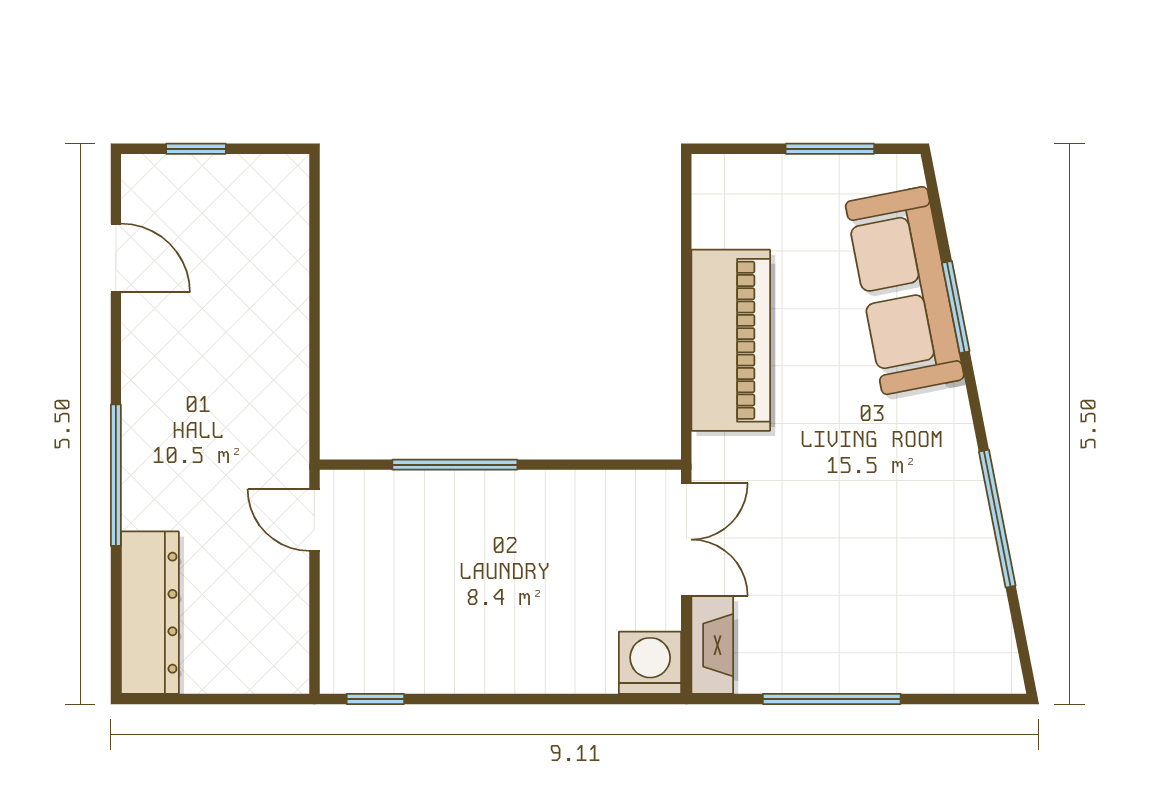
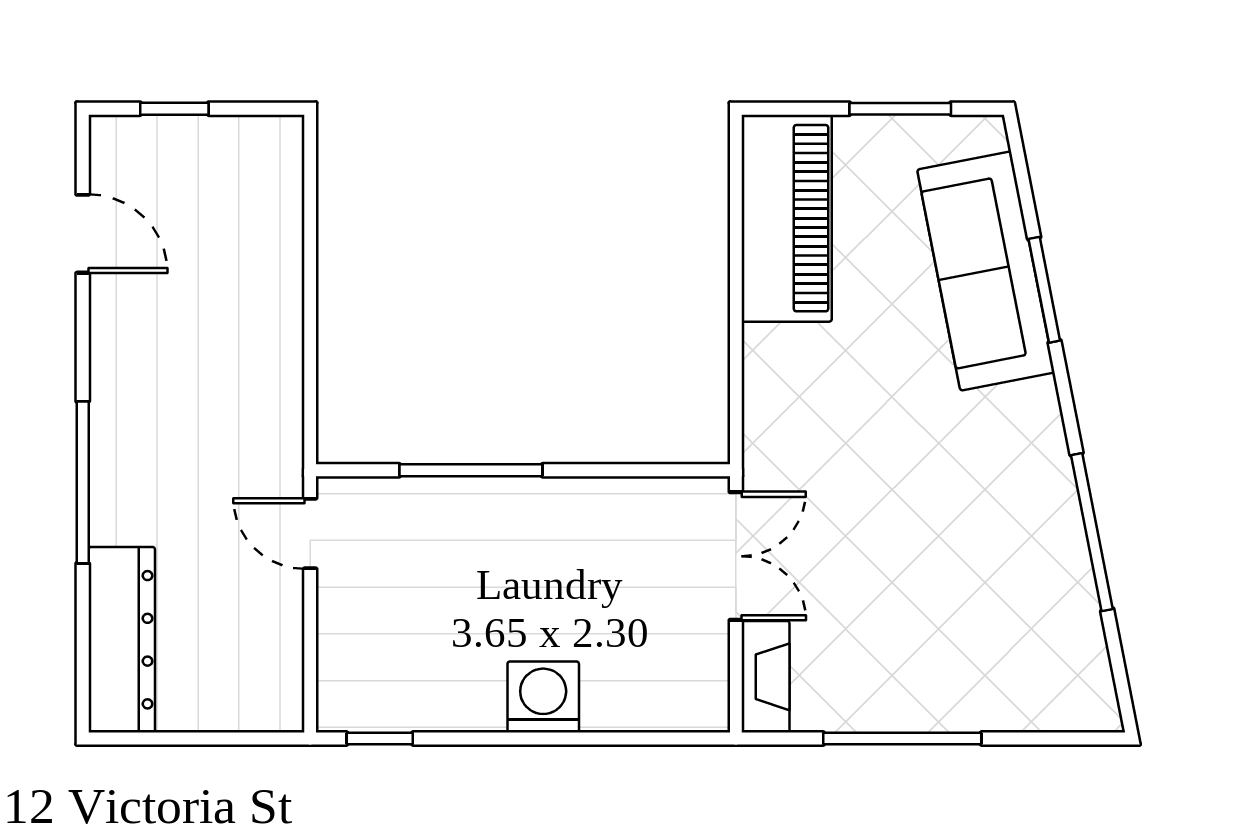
piano: (731, 340) -> (787, 218), moved
washing machine: (650, 663) -> (543, 697), moved

